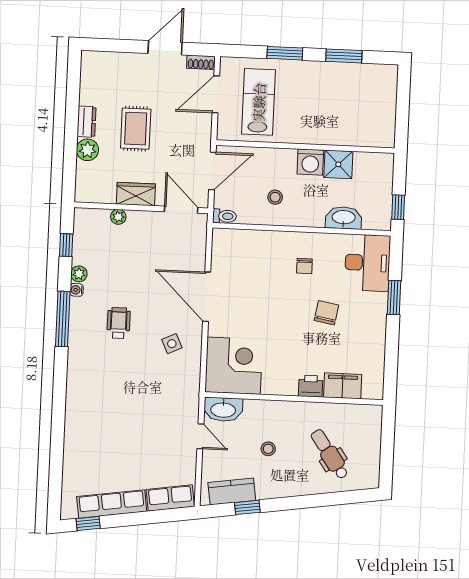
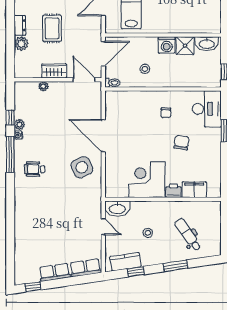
washbasin: (344, 218) -> (207, 44), moved, turned 180
window: (66, 245) -> (10, 117), moved
wheelchair: (119, 323) -> (35, 169), moved, turned -90
side table: (172, 344) -> (82, 167), width x1.87, depth x1.87
corner desk: (234, 366) -> (147, 180), moved, turned -90
window: (309, 501) -> (176, 266), added
row of seats: (112, 504) -> (55, 272), width x0.68

